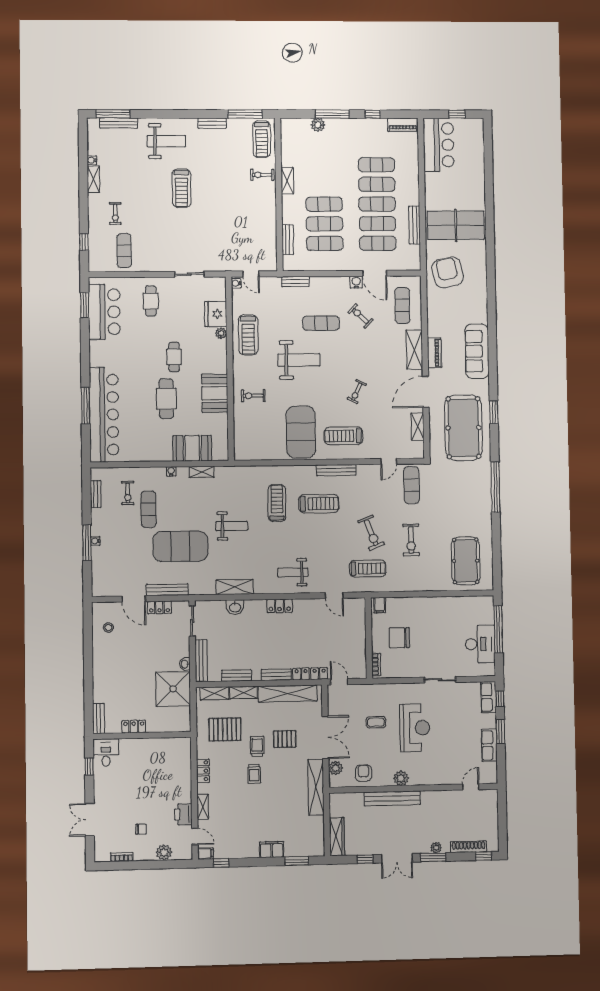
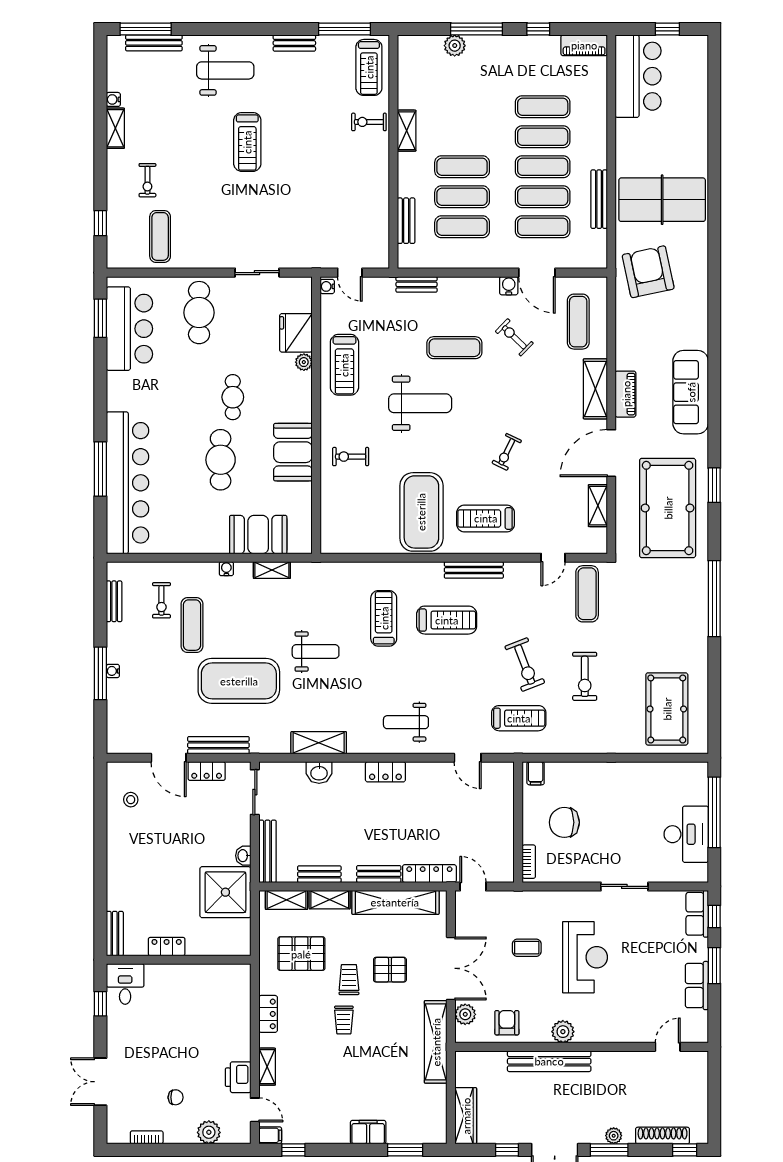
cafe table: (151, 301) -> (199, 313), width x1.37, depth x1.35

